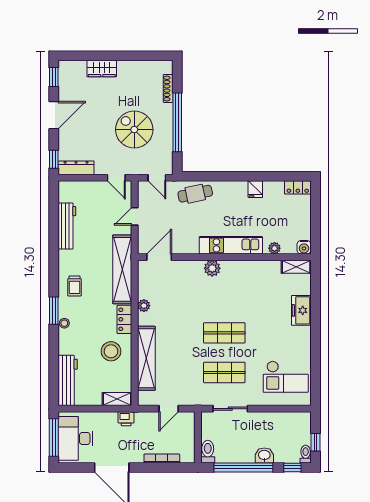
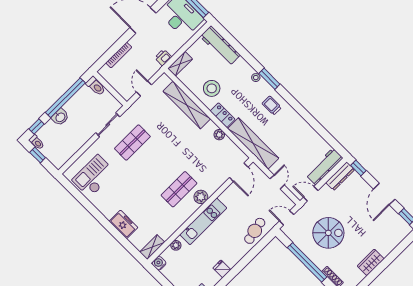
wardrobe: (102, 69) -> (371, 262), moved
workbench: (67, 226) -> (324, 166), moved, turned 90
shop shelf: (224, 333) -> (179, 189), moved

